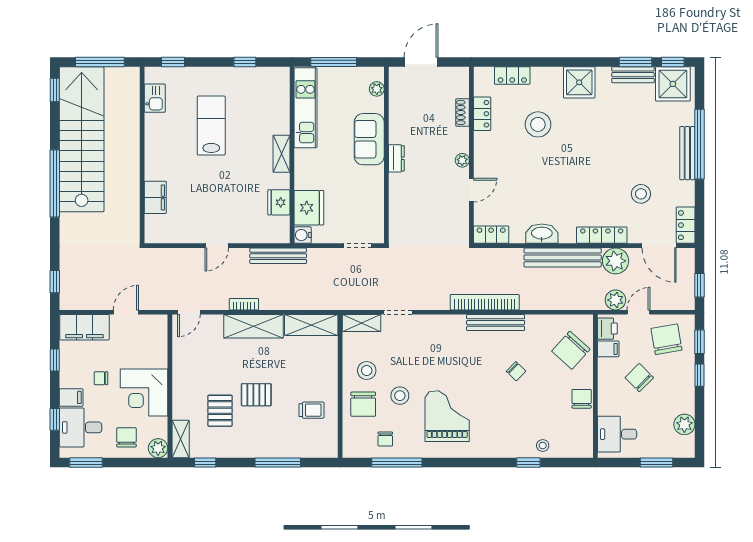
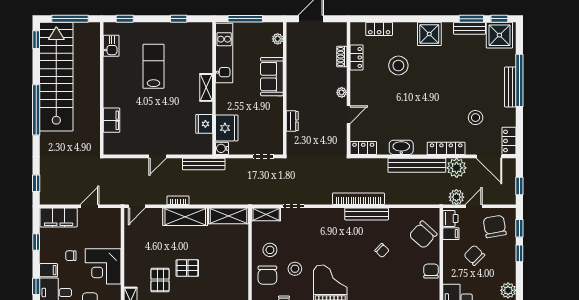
dresser: (396, 158) -> (292, 121), moved
trolley: (311, 410) -> (229, 280), removed

